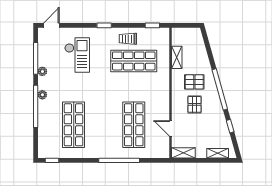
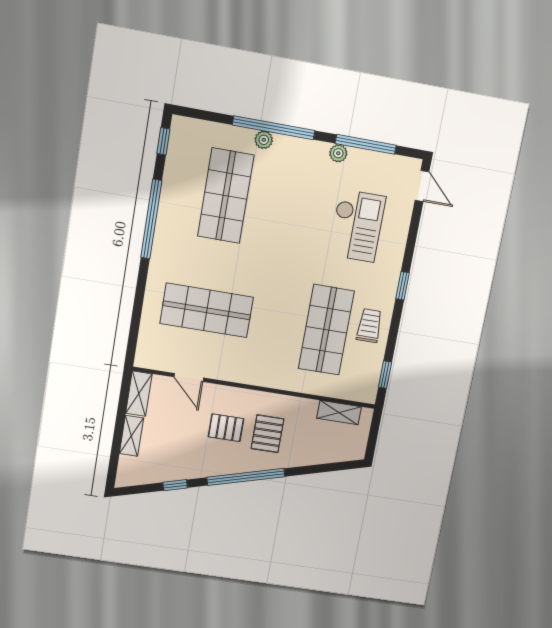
checkout: (77, 55) -> (357, 226), turned -90
shelving: (177, 57) -> (339, 413), moved
plant: (42, 95) -> (264, 140), moved
shop shelf: (74, 125) -> (226, 196), turned 90
door: (171, 128) -> (189, 377), swing flipped
shelving: (218, 153) -> (131, 436), moved
window: (119, 160) -> (151, 219), moved

